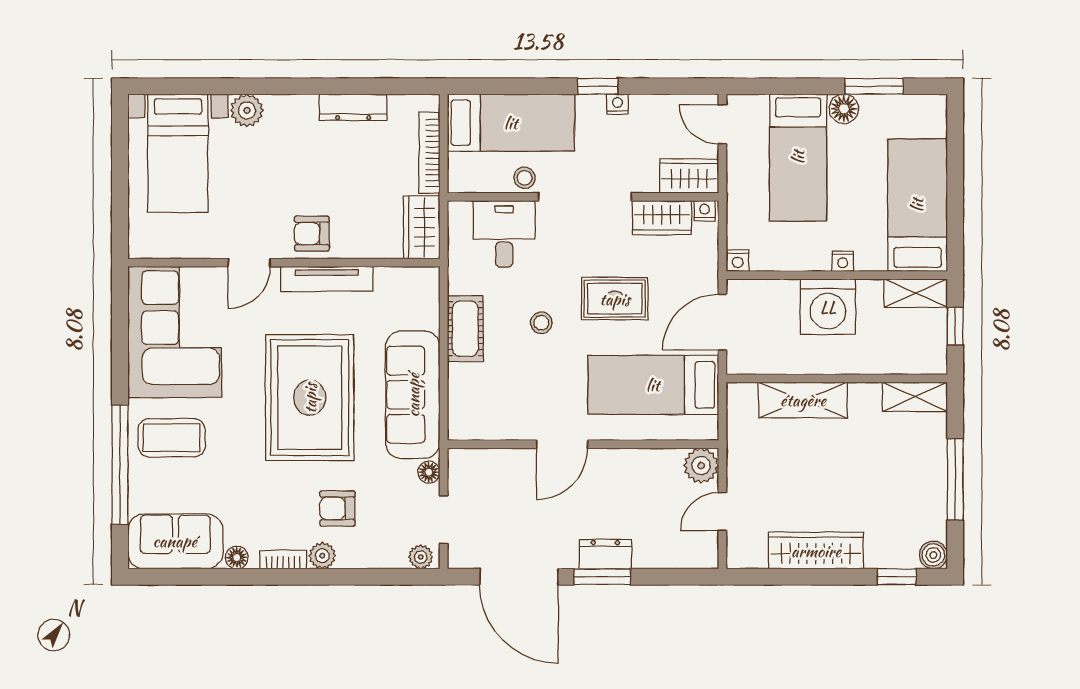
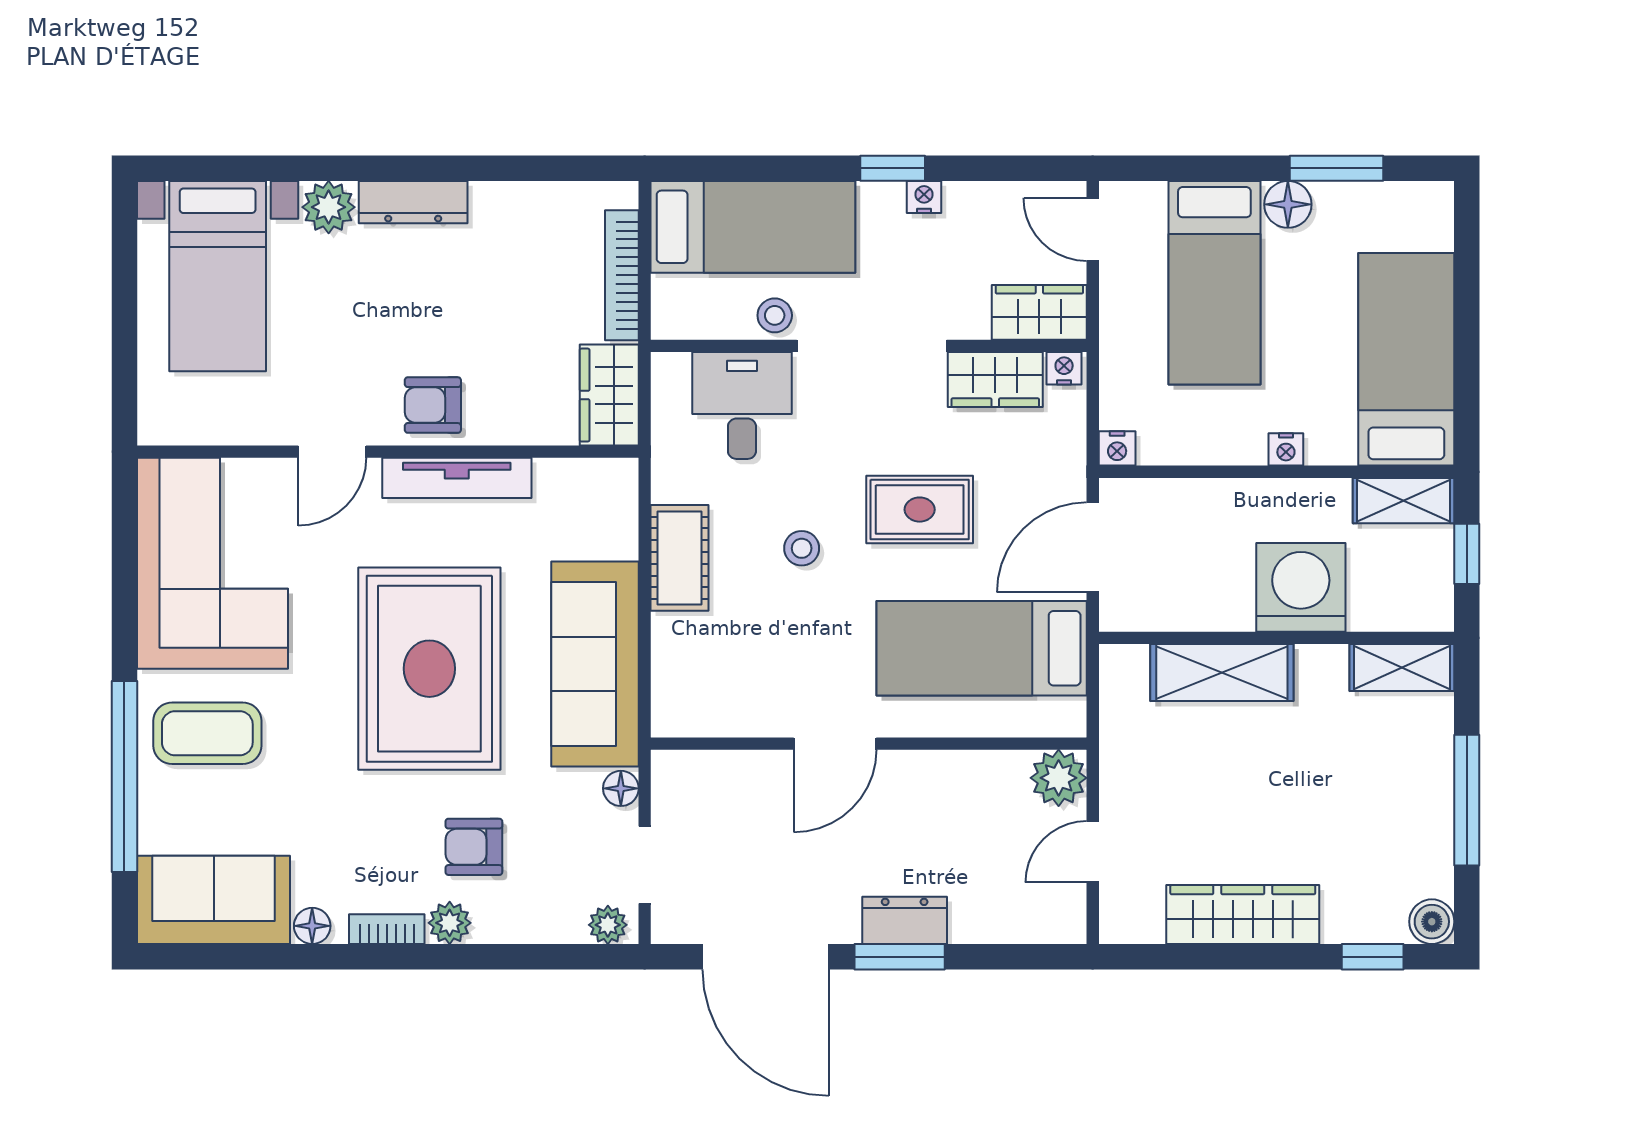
dresser: (353, 107) -> (413, 202), moved
washing machine: (828, 307) -> (1301, 587), moved, turned 180

